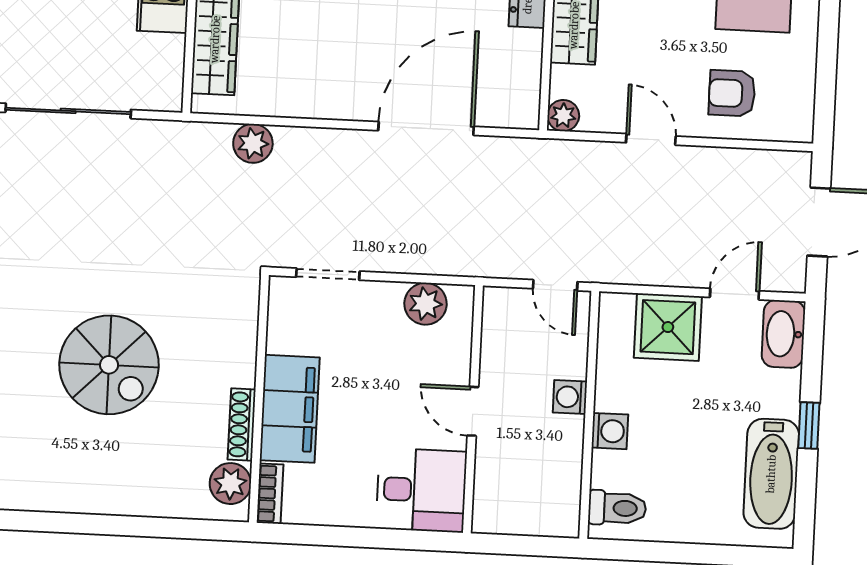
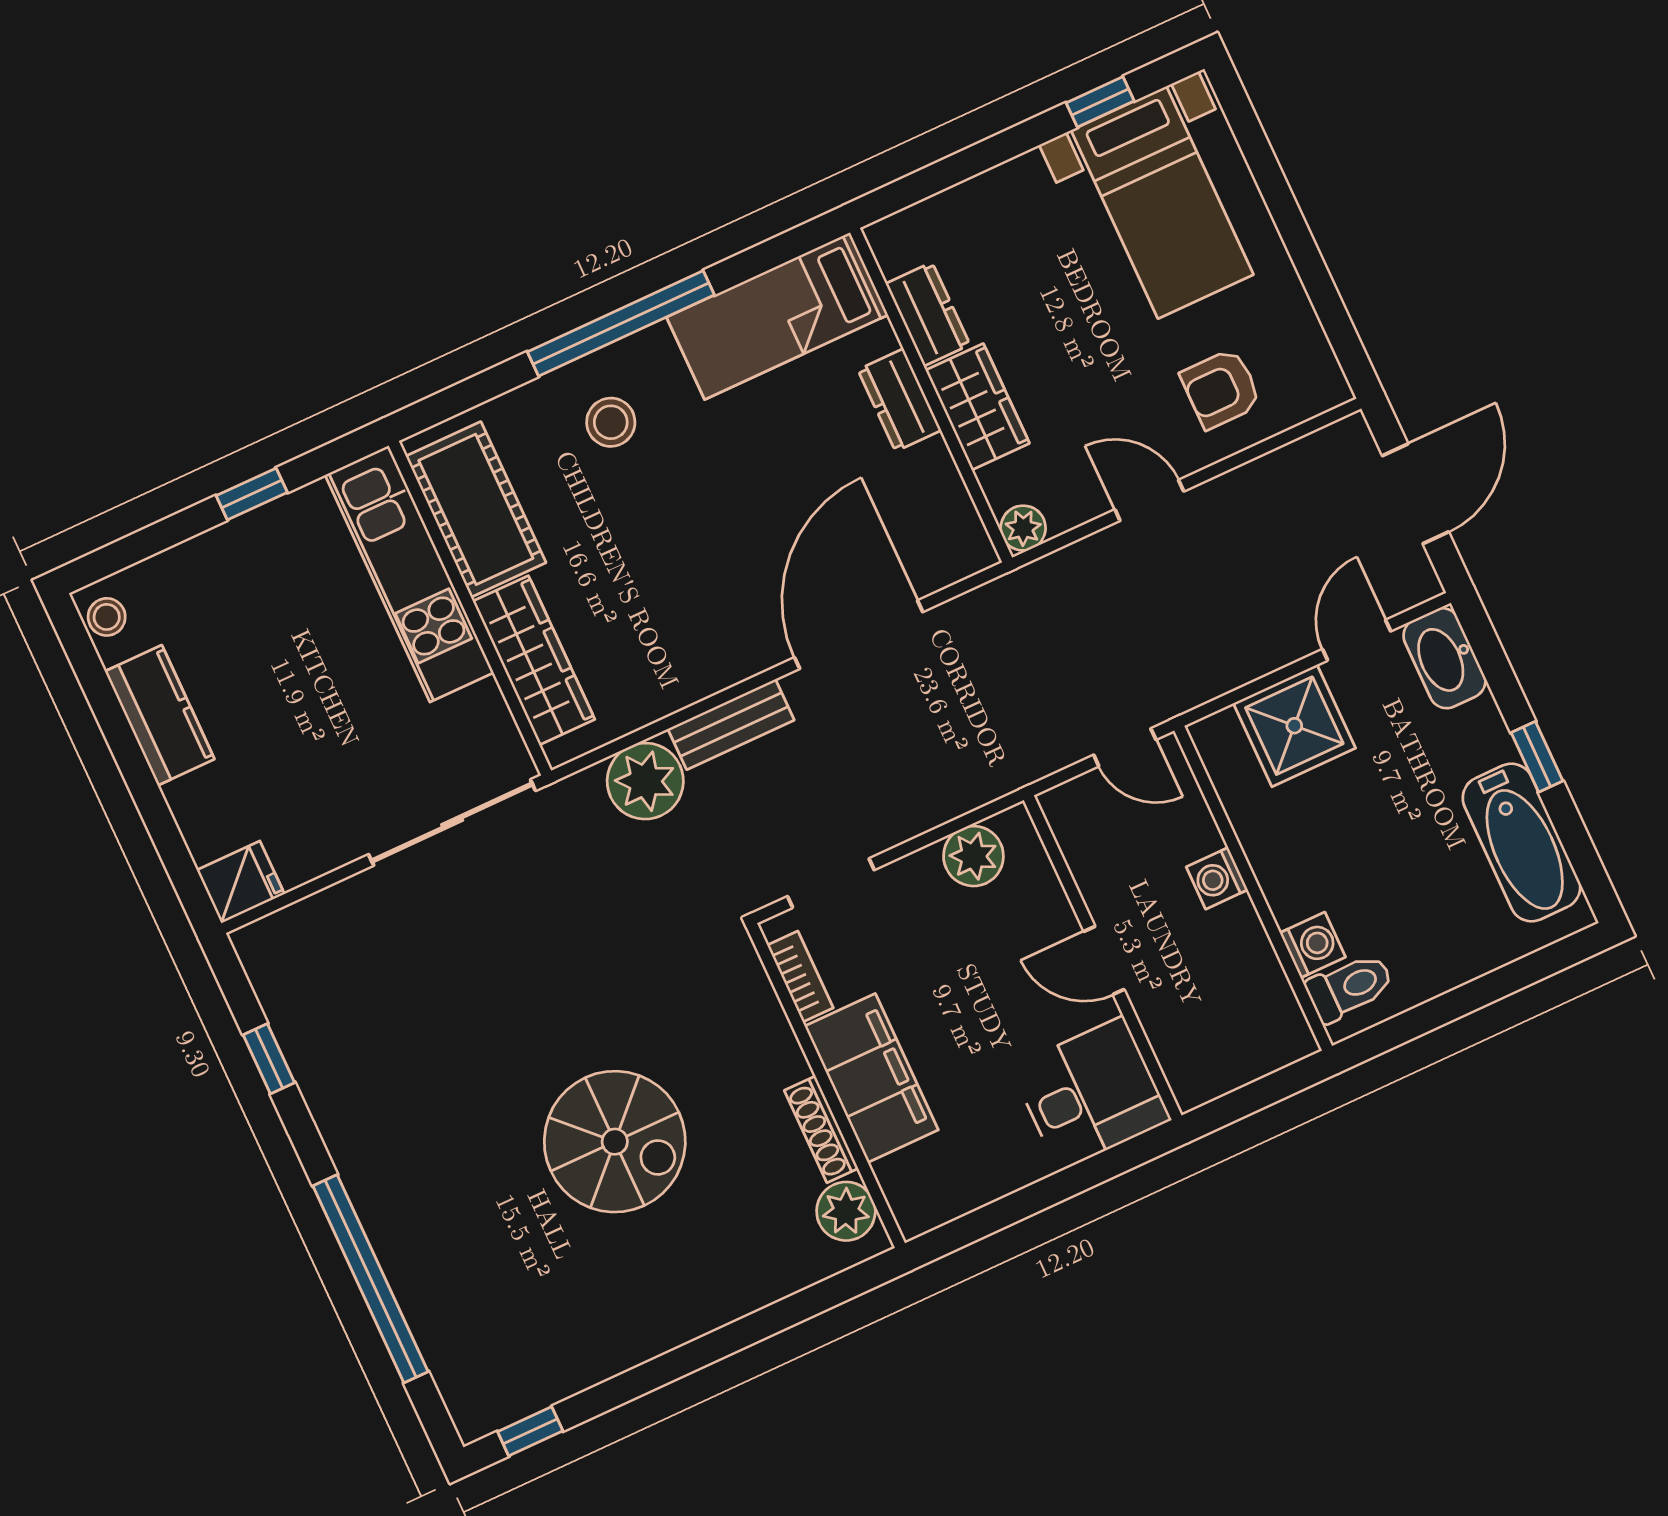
sliding door: (68, 111) -> (452, 823), moved
plant: (253, 143) -> (645, 781), width x1.36, depth x1.36
bench: (317, 143) -> (731, 724), added
washing machine: (610, 431) -> (1313, 945), moved
bookcase: (270, 494) -> (800, 977), moved

